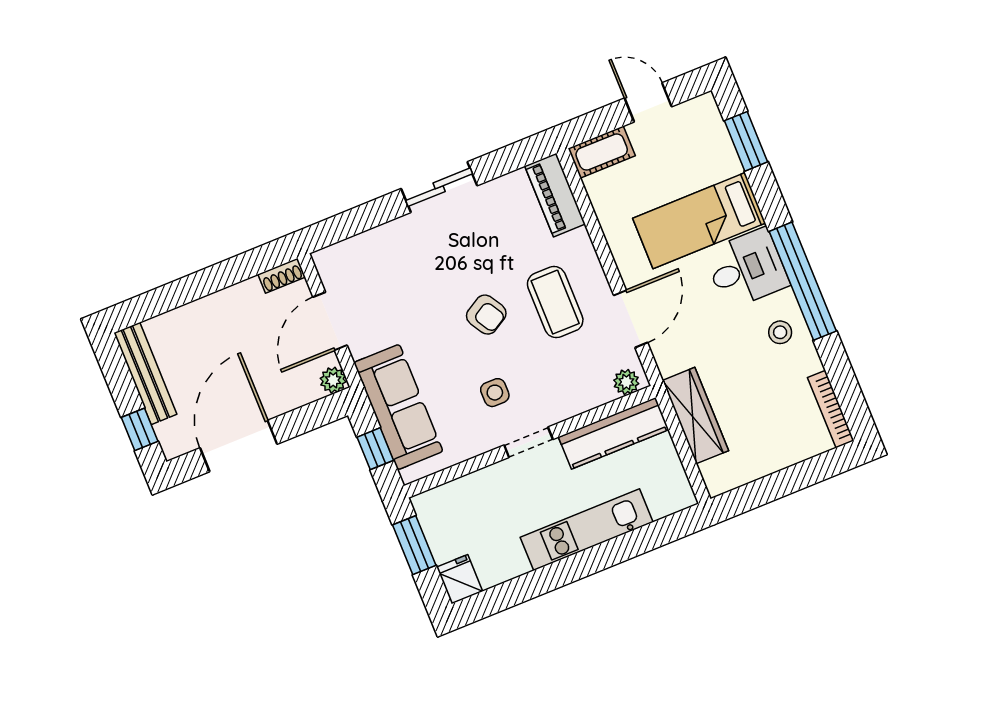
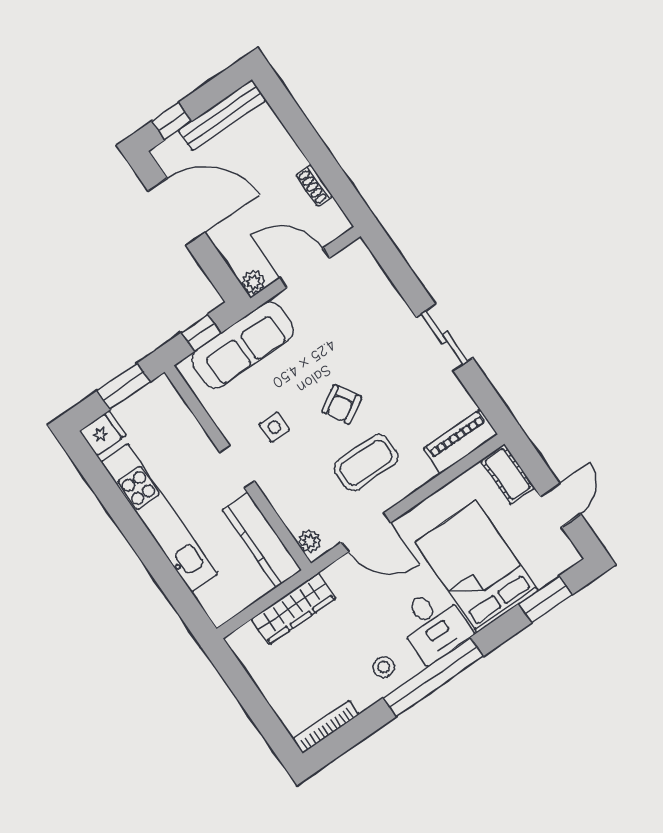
bed: (699, 221) -> (476, 567), width x1.50
shoe rack: (281, 276) -> (314, 186), moved
kitchen unit: (587, 530) -> (159, 518), width x1.36

